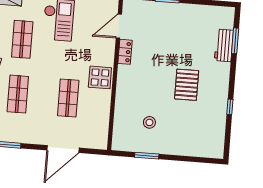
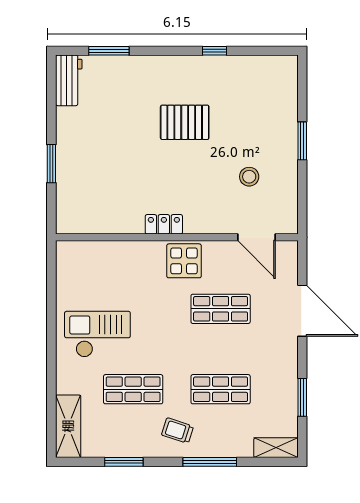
door: (119, 26) -> (257, 237), moved
workbench: (224, 45) -> (69, 80), moved, turned -90
locker: (125, 52) -> (164, 224), moved
window: (147, 156) -> (302, 141), moved

